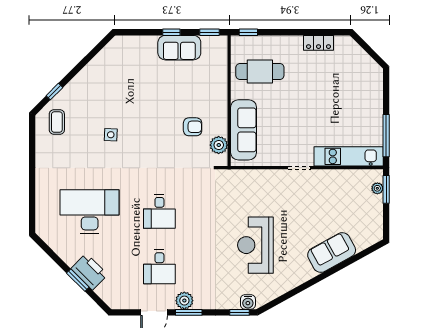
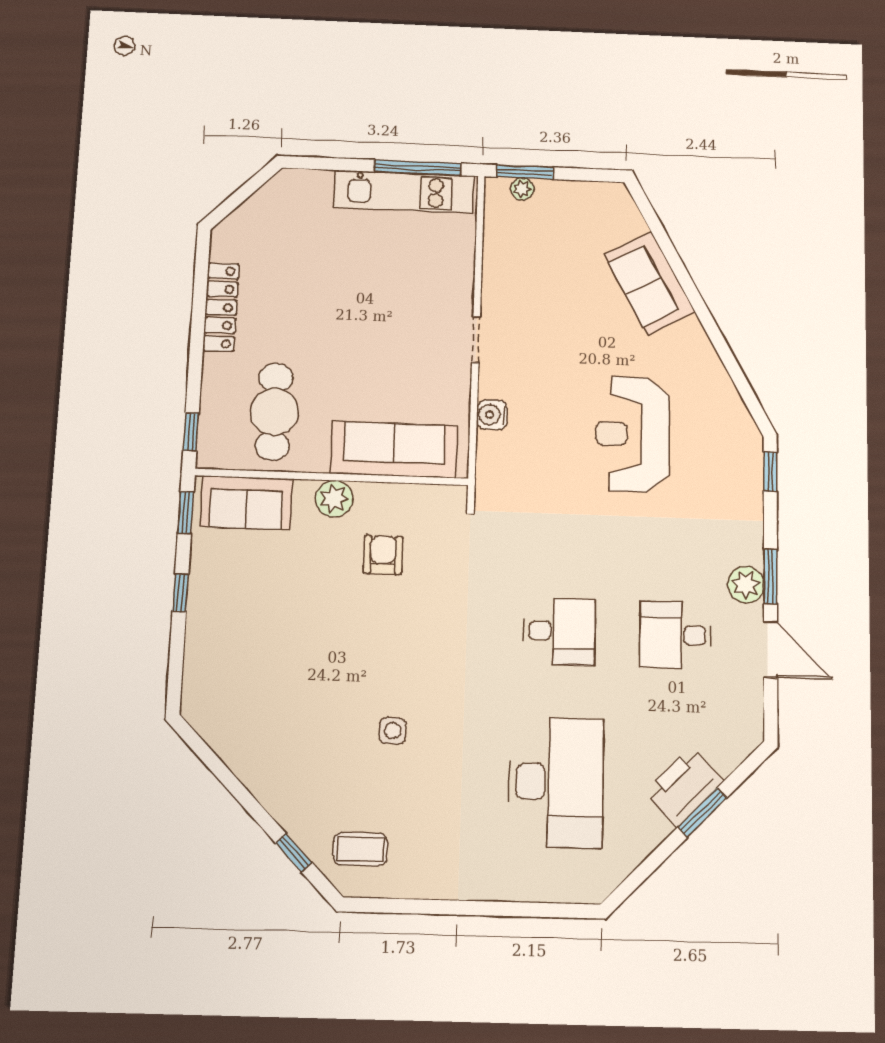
locker: (319, 43) -> (221, 307), width x1.53
sofa: (179, 48) -> (246, 503), moved, turned 90
plant: (219, 145) -> (334, 499), moved
kitchen unit: (349, 156) -> (404, 192), moved, turned -90
desk: (90, 212) -> (556, 782), turned 180
reception desk: (255, 245) -> (633, 434), turned 90
desk: (159, 267) -> (676, 635), turned 180
water cooler: (248, 302) -> (492, 415), moved, turned 180

